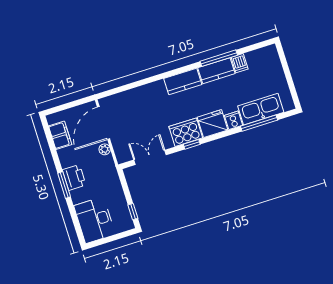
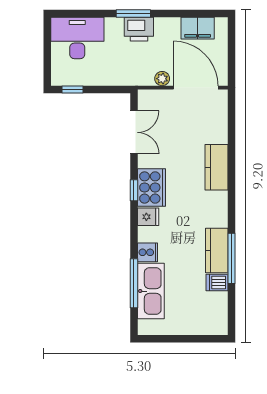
kitchen counter: (183, 82) -> (216, 167), moved
fridge: (213, 124) -> (148, 217), width x0.53, depth x0.75

